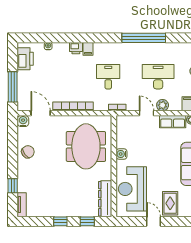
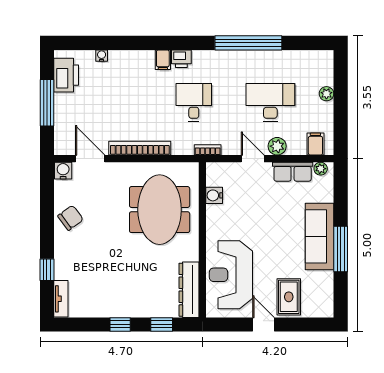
printer: (76, 48) -> (181, 59), moved
window: (13, 87) -> (47, 103), moved
water cooler: (121, 154) -> (214, 195), moved

